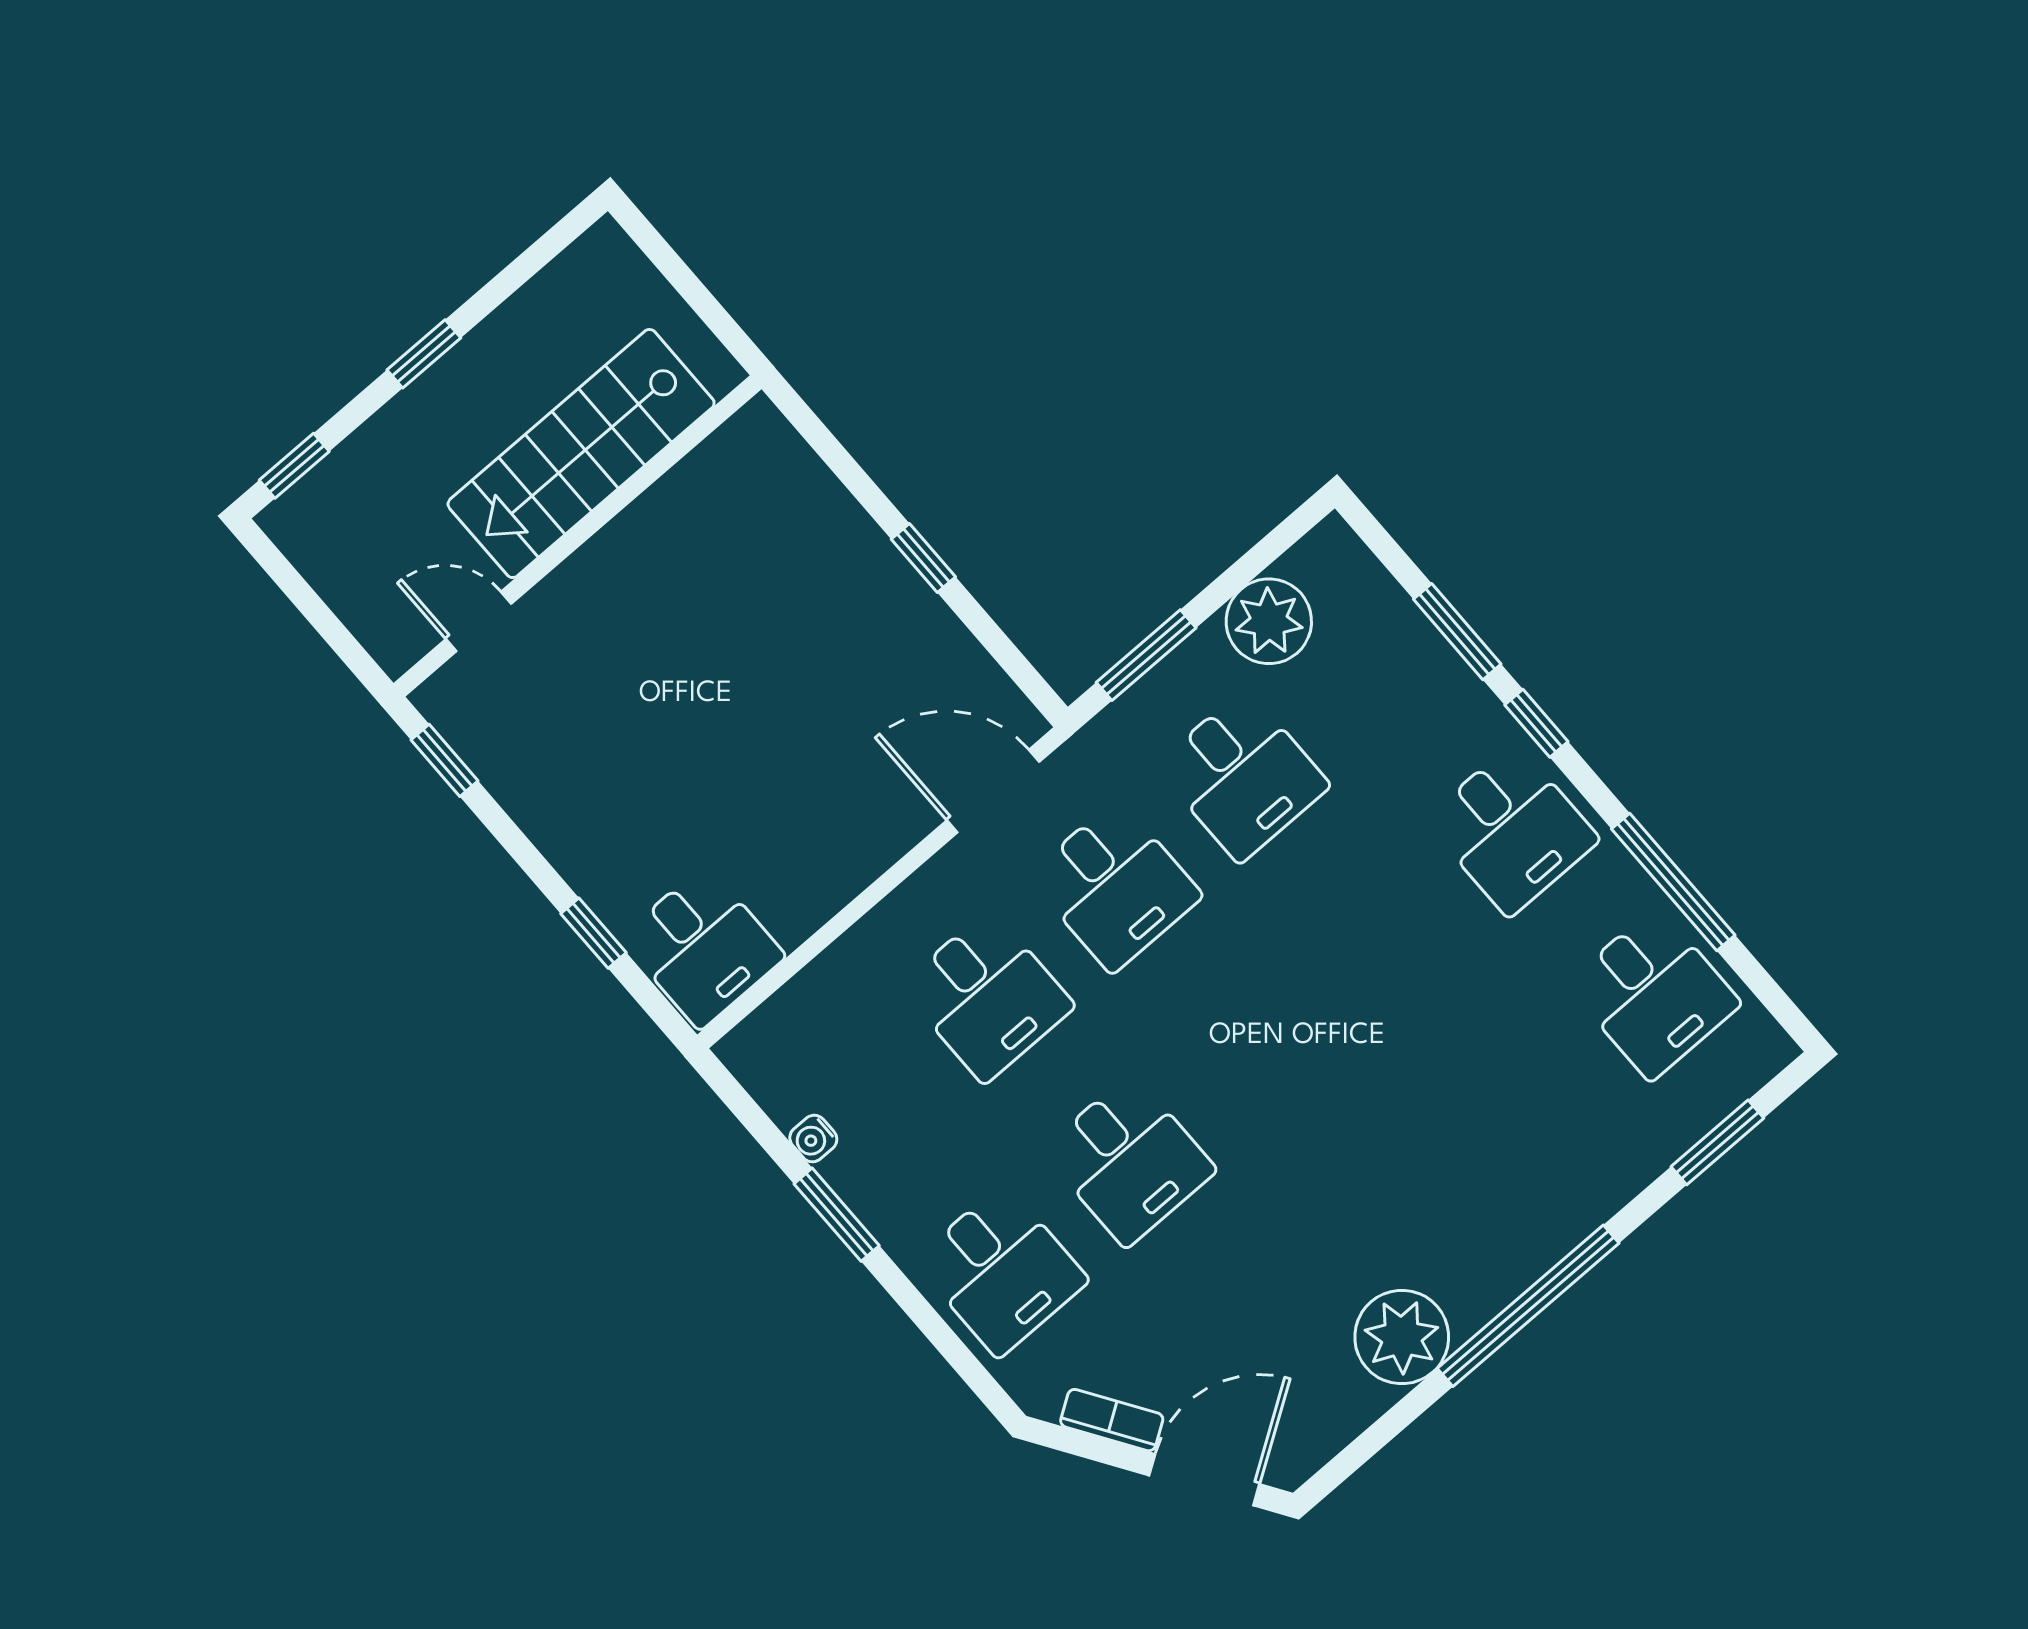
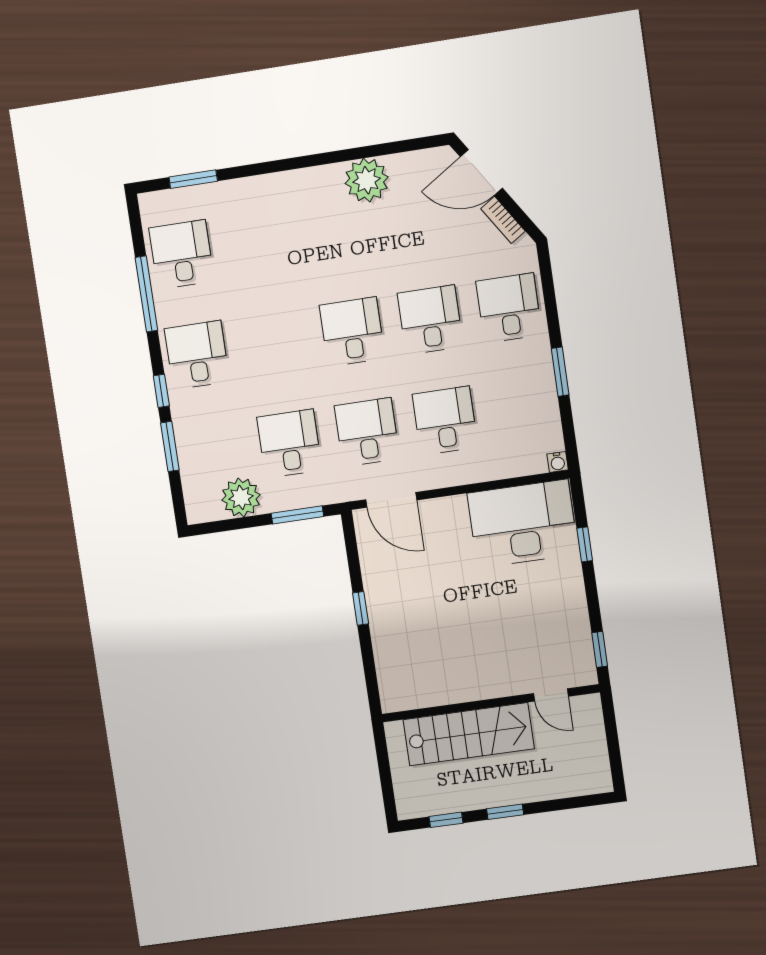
window: (294, 466) -> (446, 820), moved
desk: (703, 947) -> (523, 524), width x1.87, depth x1.30
desk: (1256, 1050) -> (352, 332), added
water cooler: (813, 1139) -> (558, 462), moved, turned 90
window: (1528, 1306) -> (309, 161), removed

